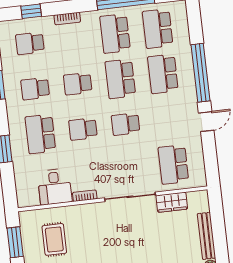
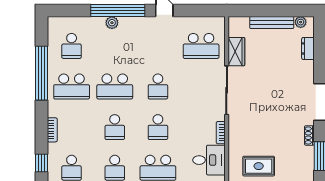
school desk: (158, 29) -> (72, 46), width x0.54
plant: (187, 68) -> (112, 23), added
school desk: (163, 74) -> (115, 46), removed

